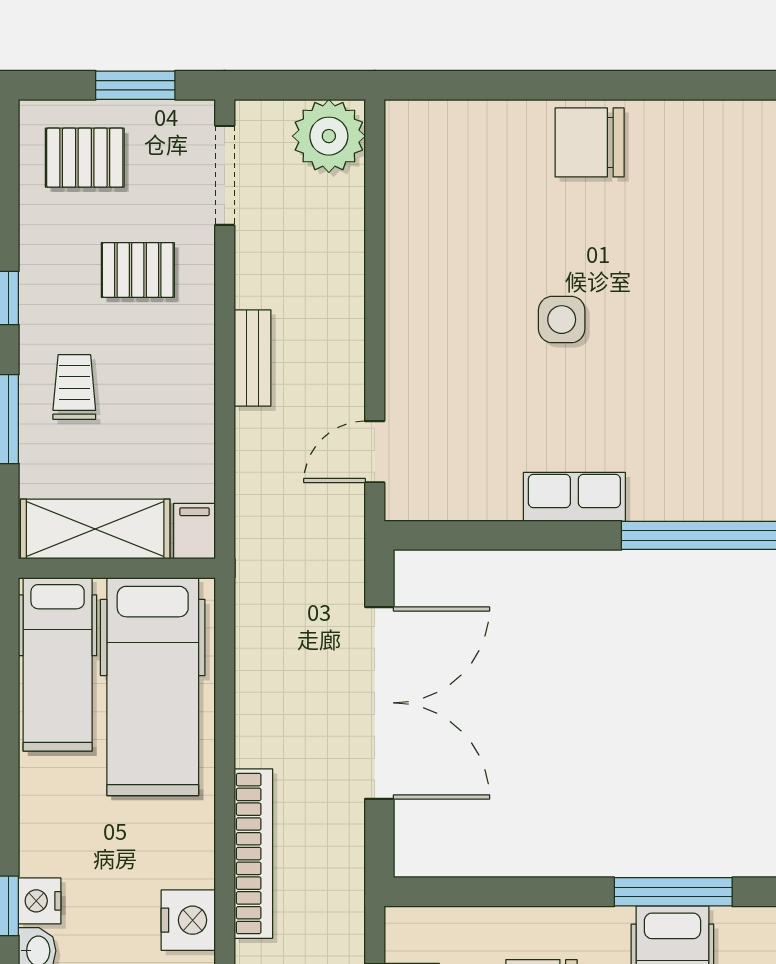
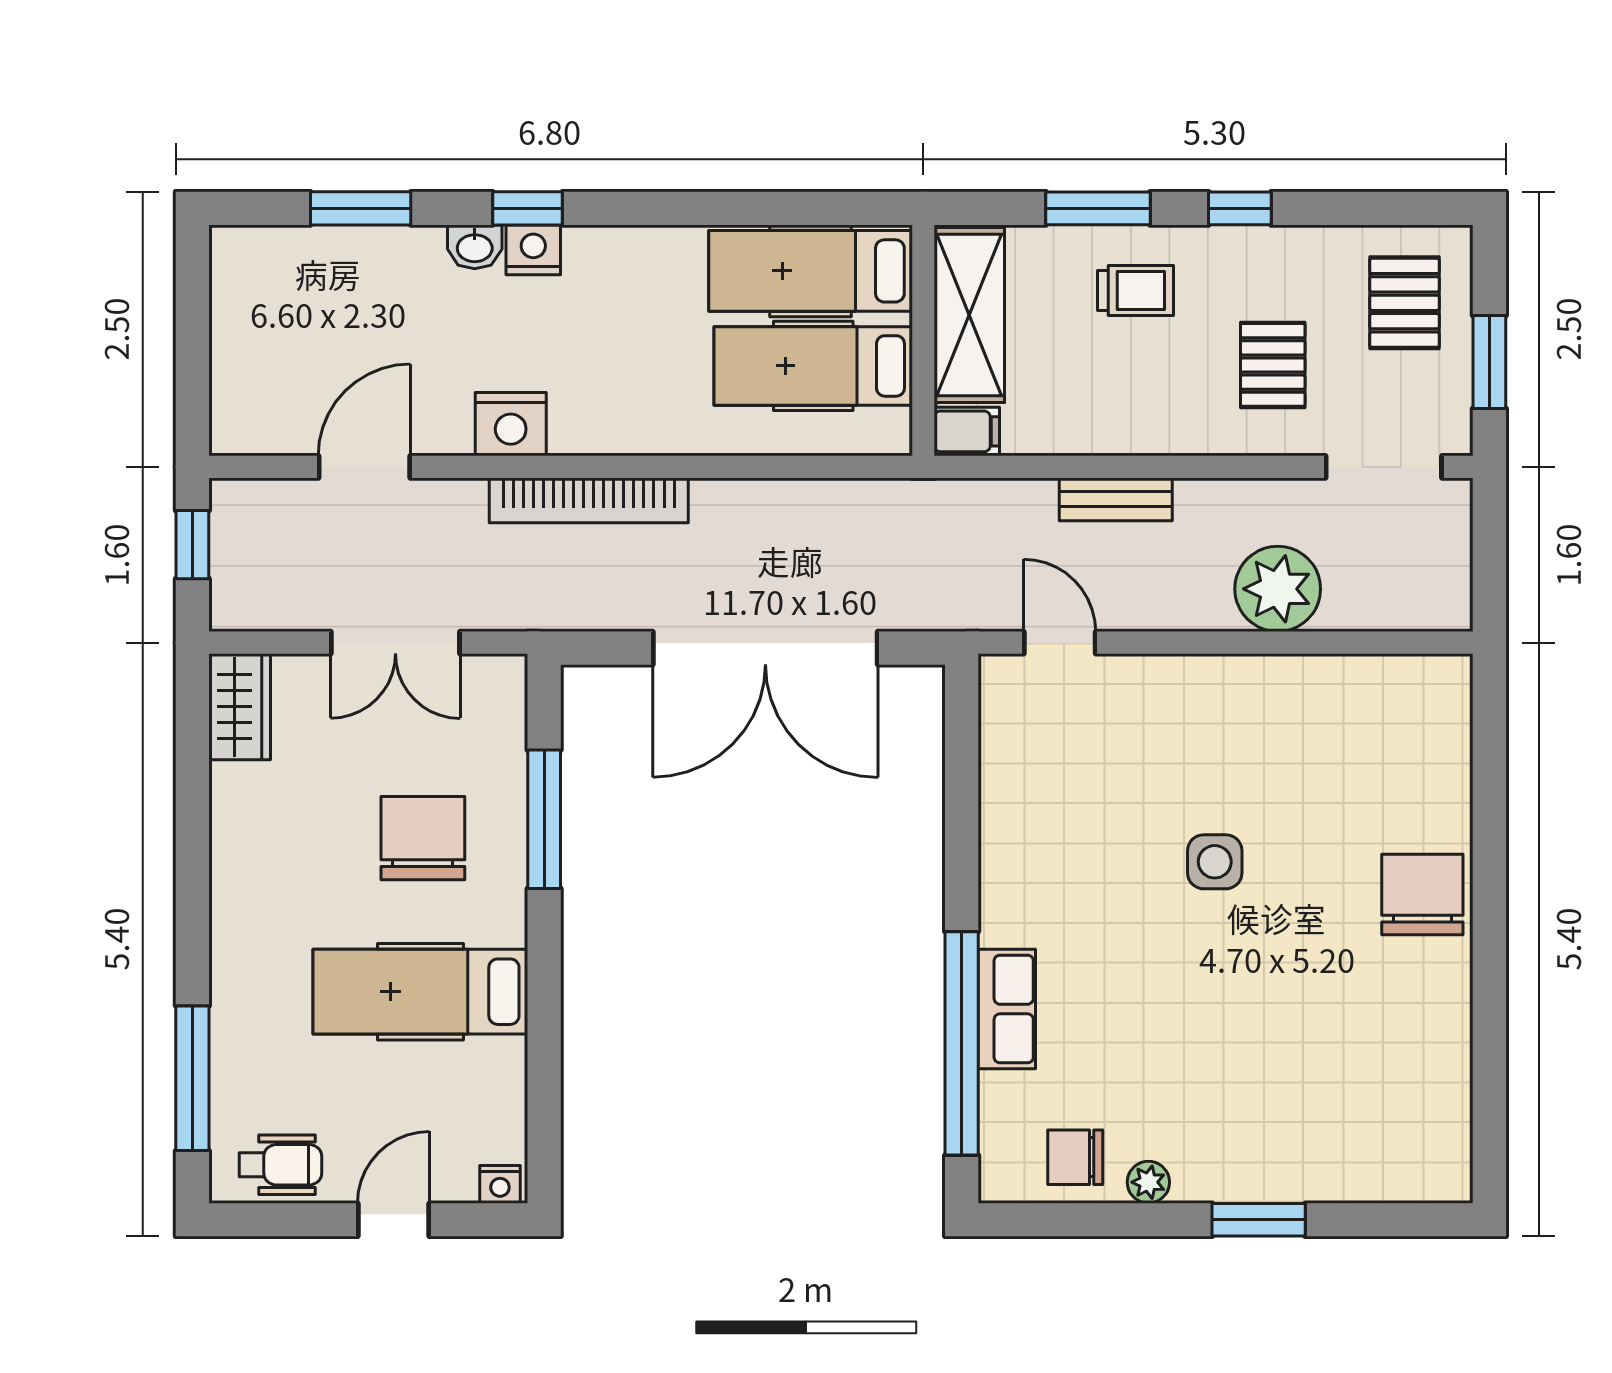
plant: (329, 136) -> (1278, 589), moved
bench: (252, 358) -> (1116, 499), moved
row of seats: (574, 497) -> (1007, 1009), moved
hospital bed: (153, 687) -> (813, 366), width x0.73, depth x0.78
window: (673, 892) -> (544, 819), moved

